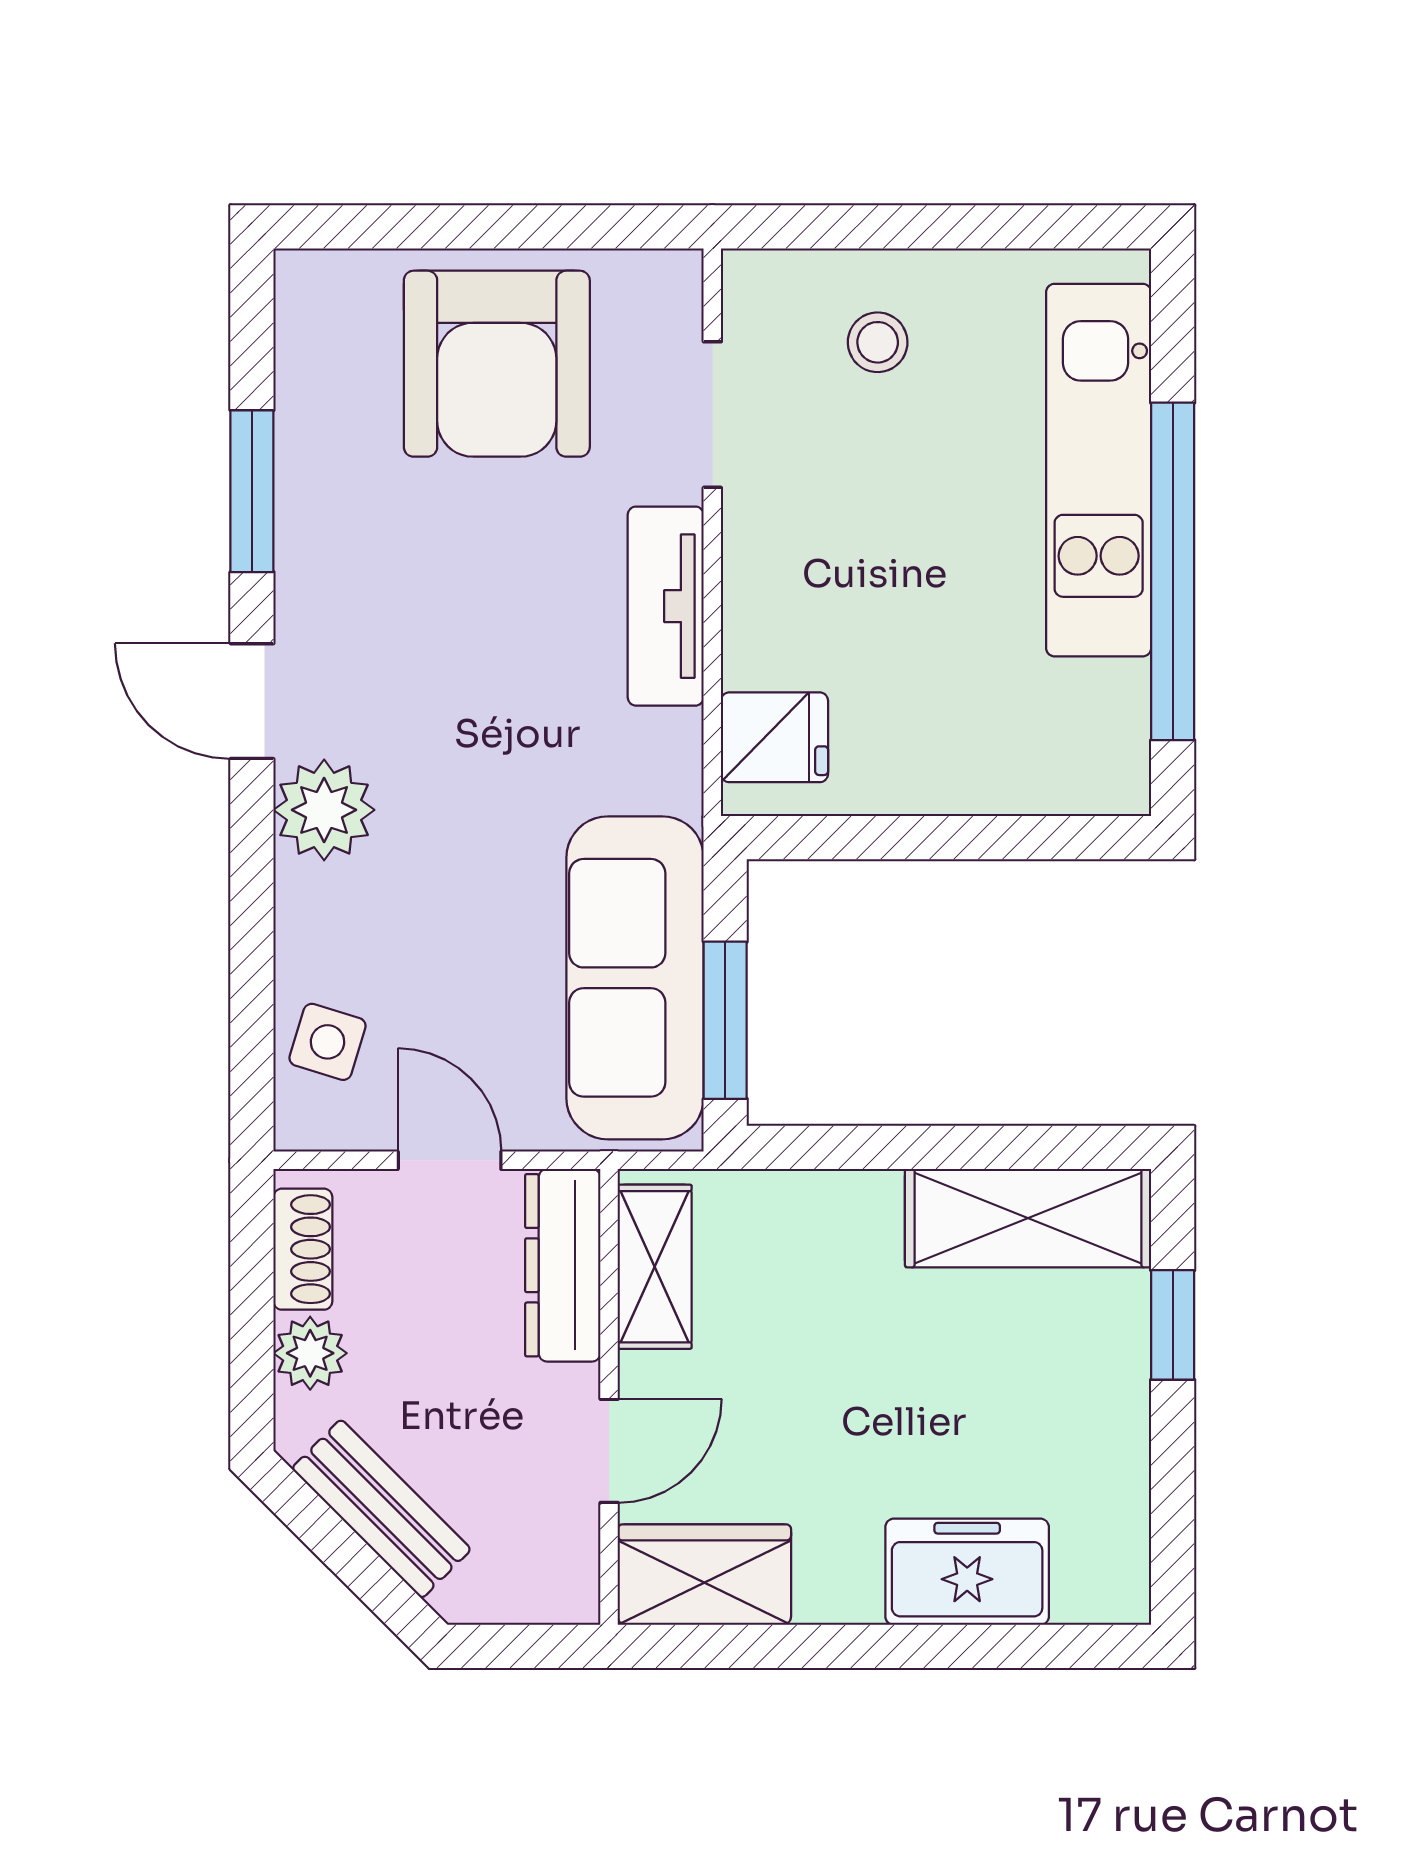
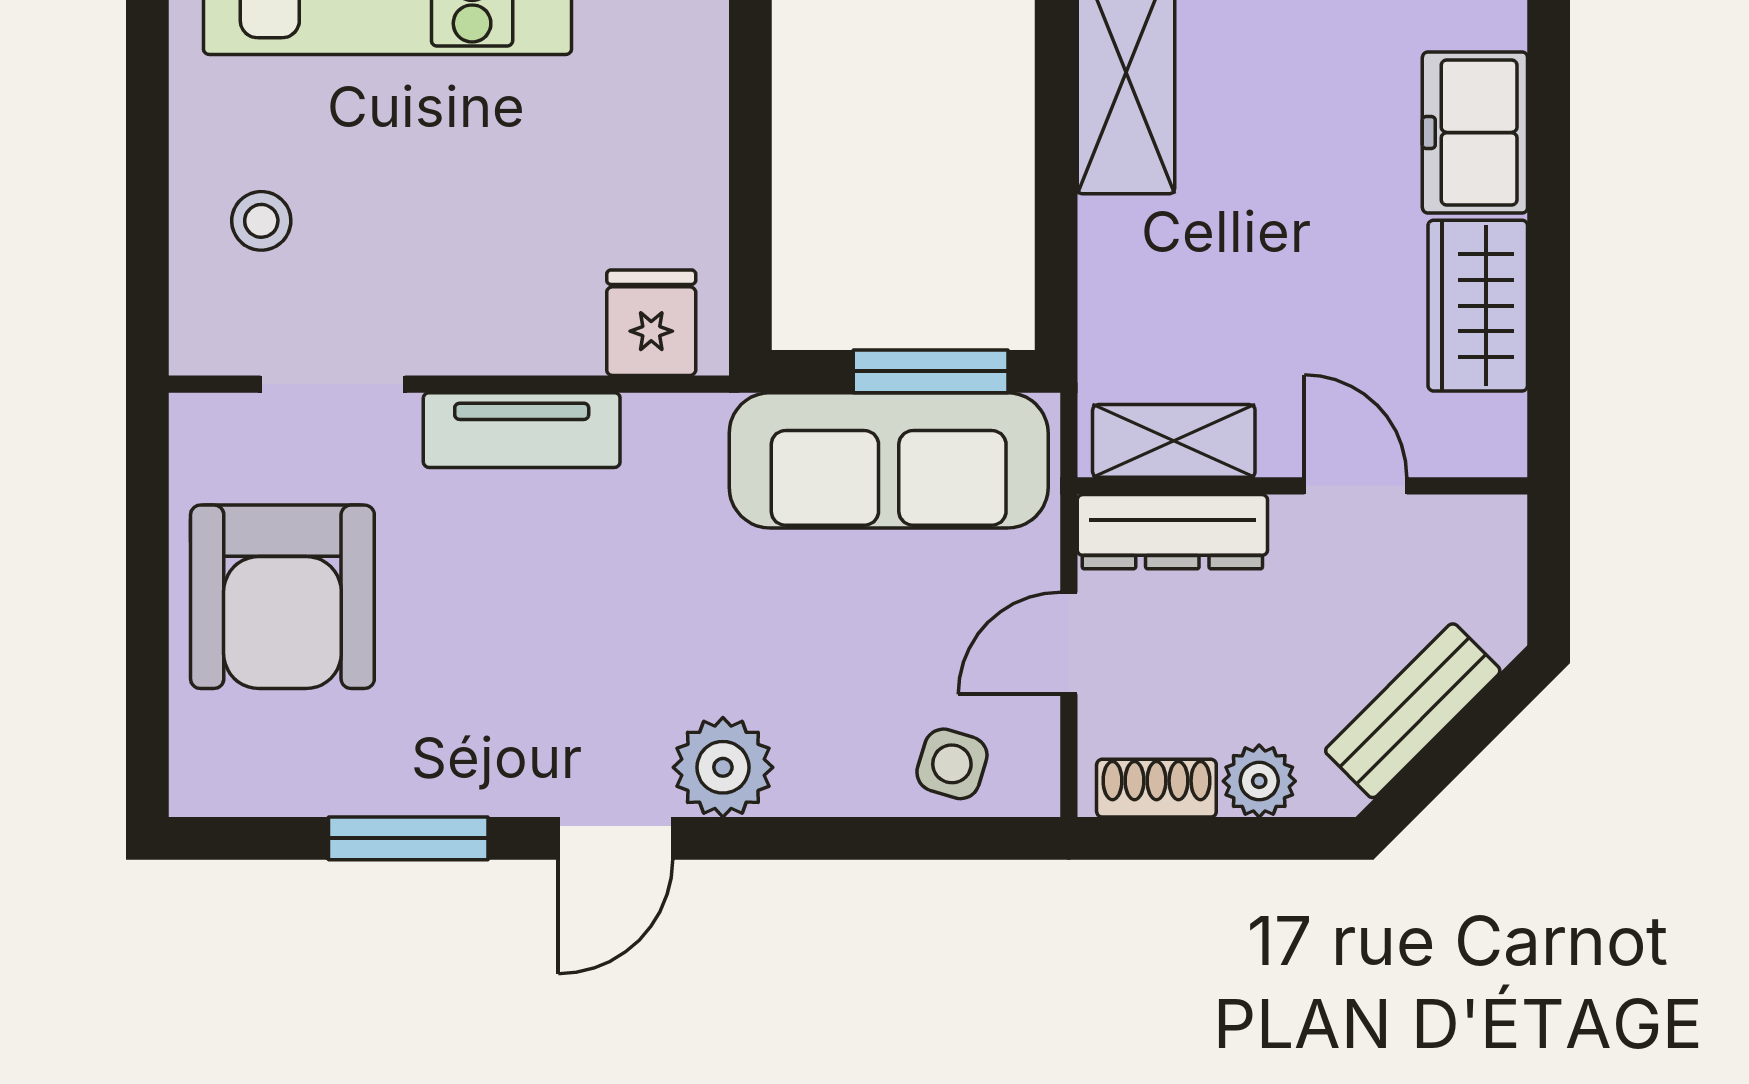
armchair: (497, 364) -> (282, 597), turned 90
wardrobe: (704, 1575) -> (1478, 306), moved

